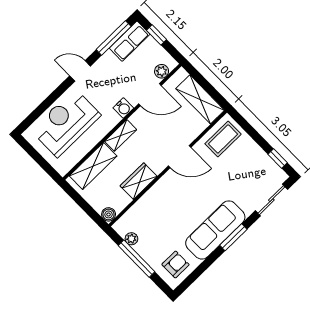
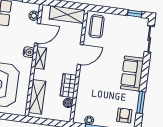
shelving: (121, 135) -> (40, 58), moved
boiler: (109, 214) -> (68, 103), moved
sofa: (215, 230) -> (132, 74), width x0.73
window: (233, 237) -> (141, 102), moved

